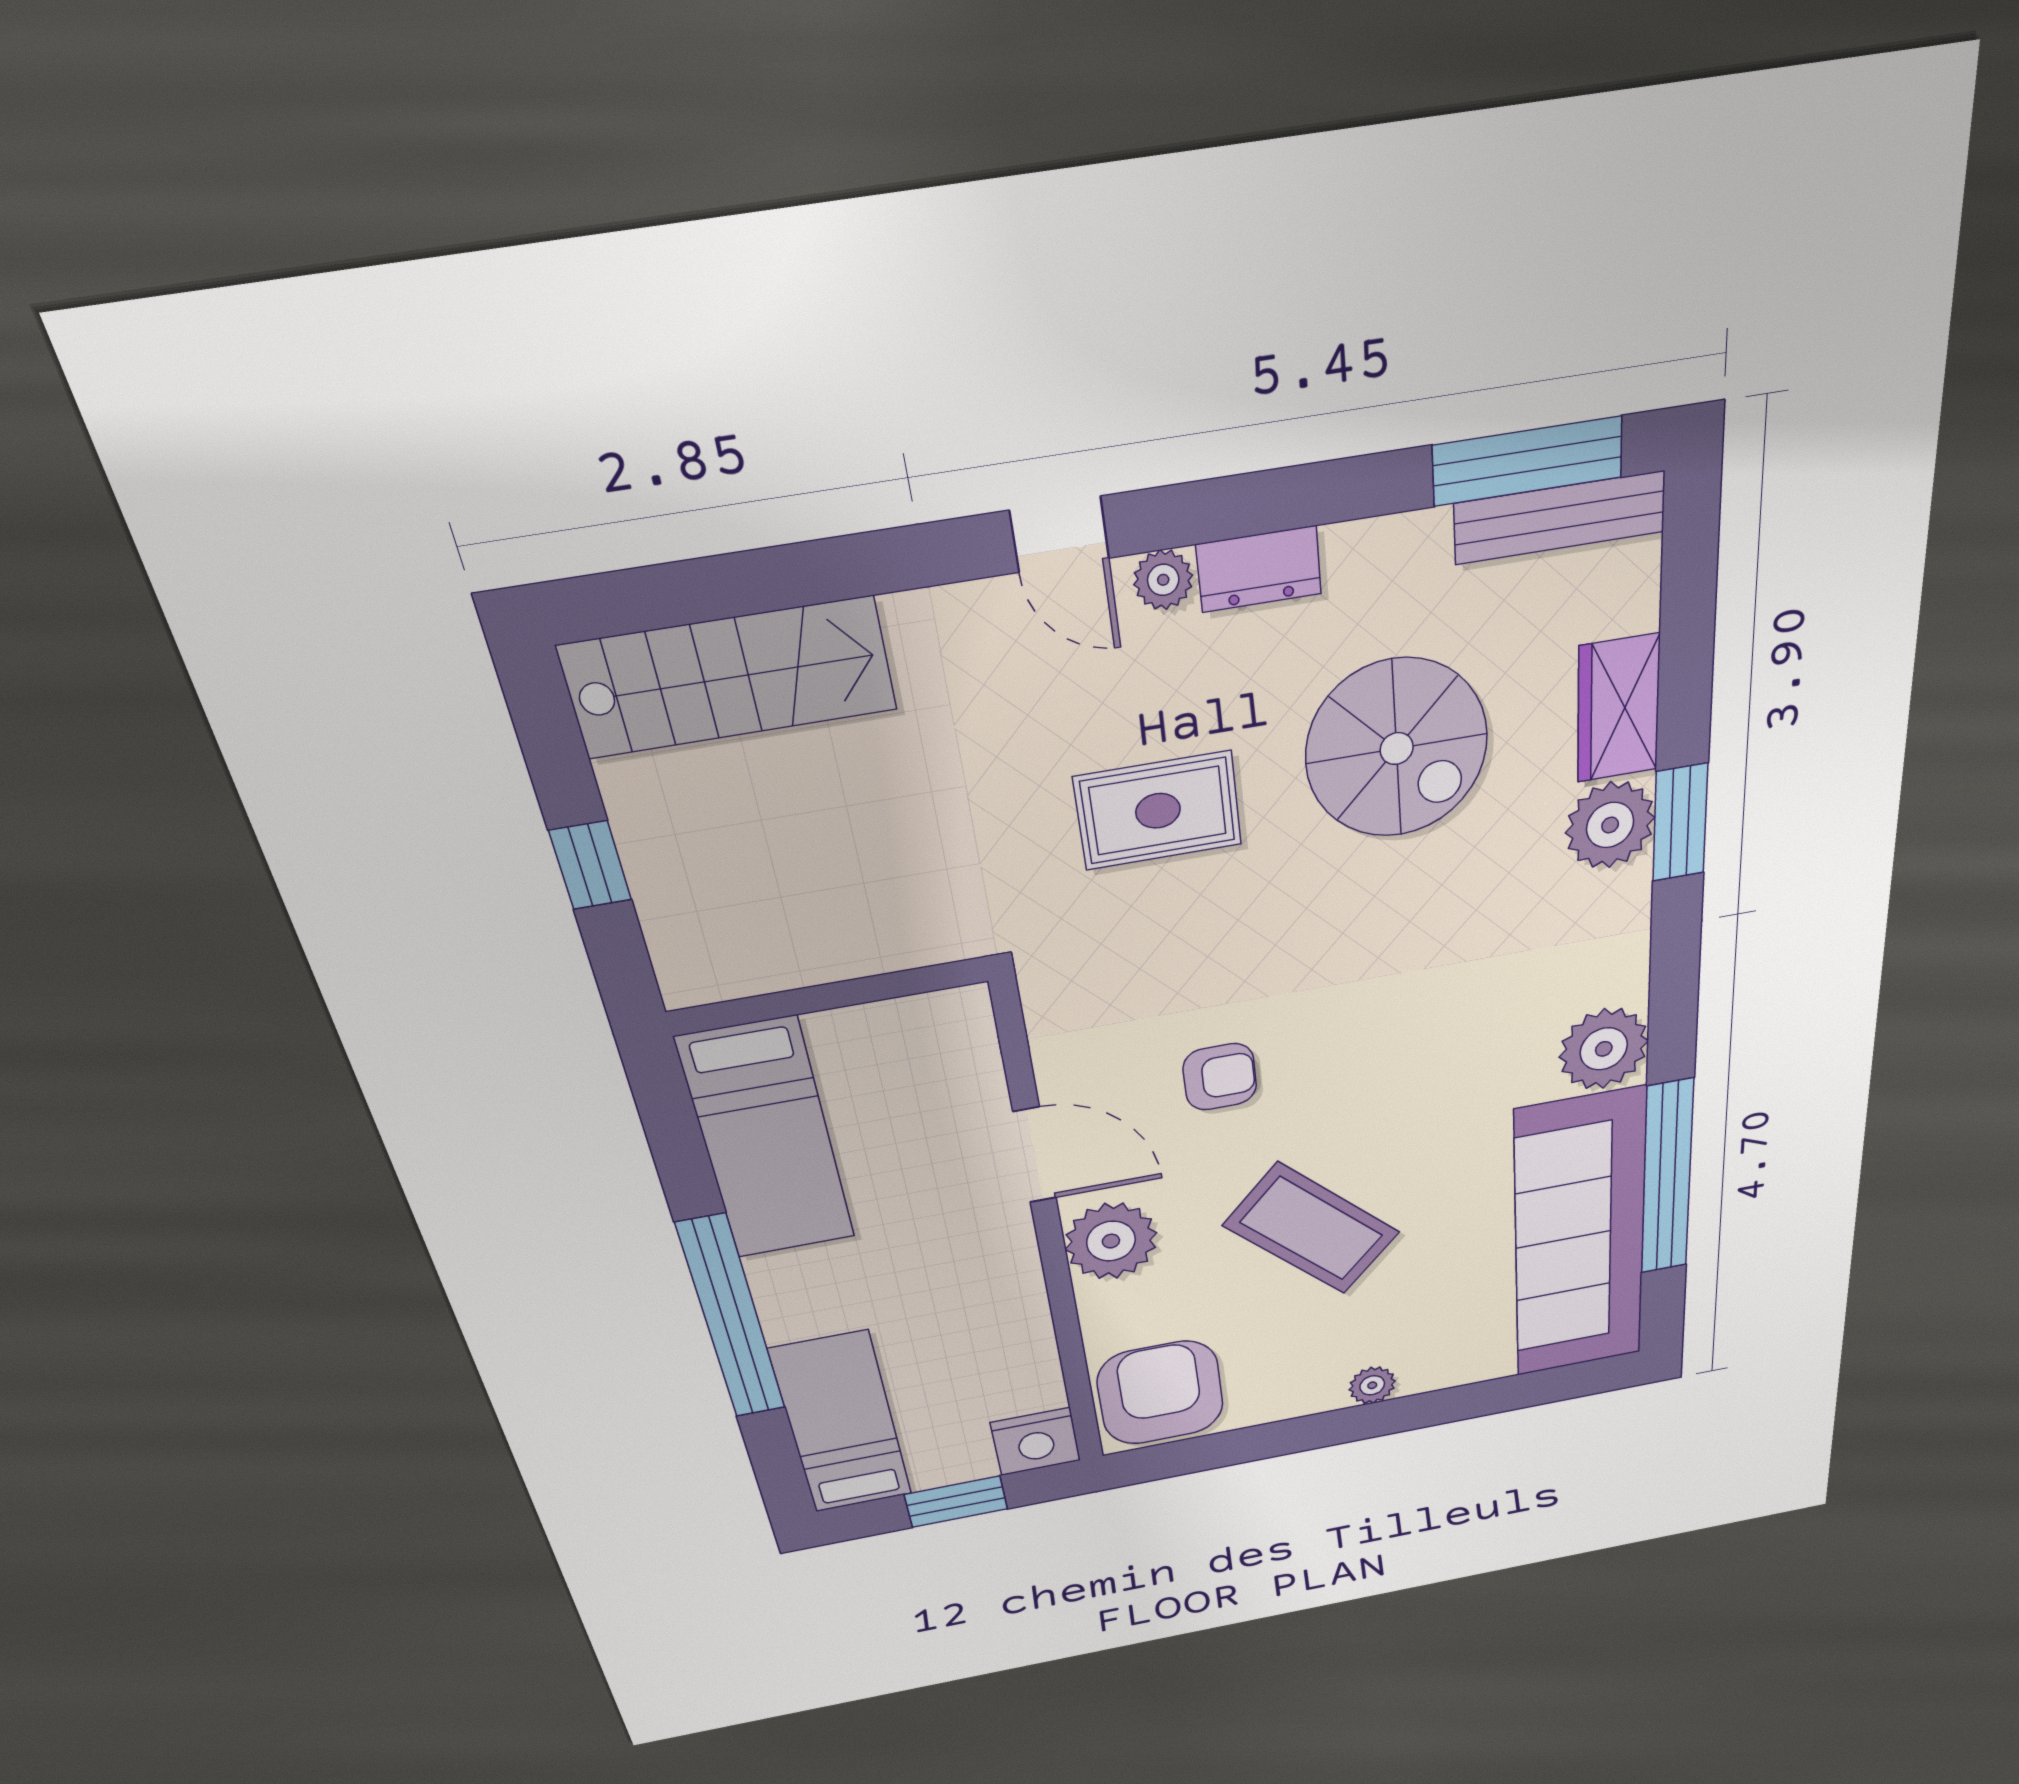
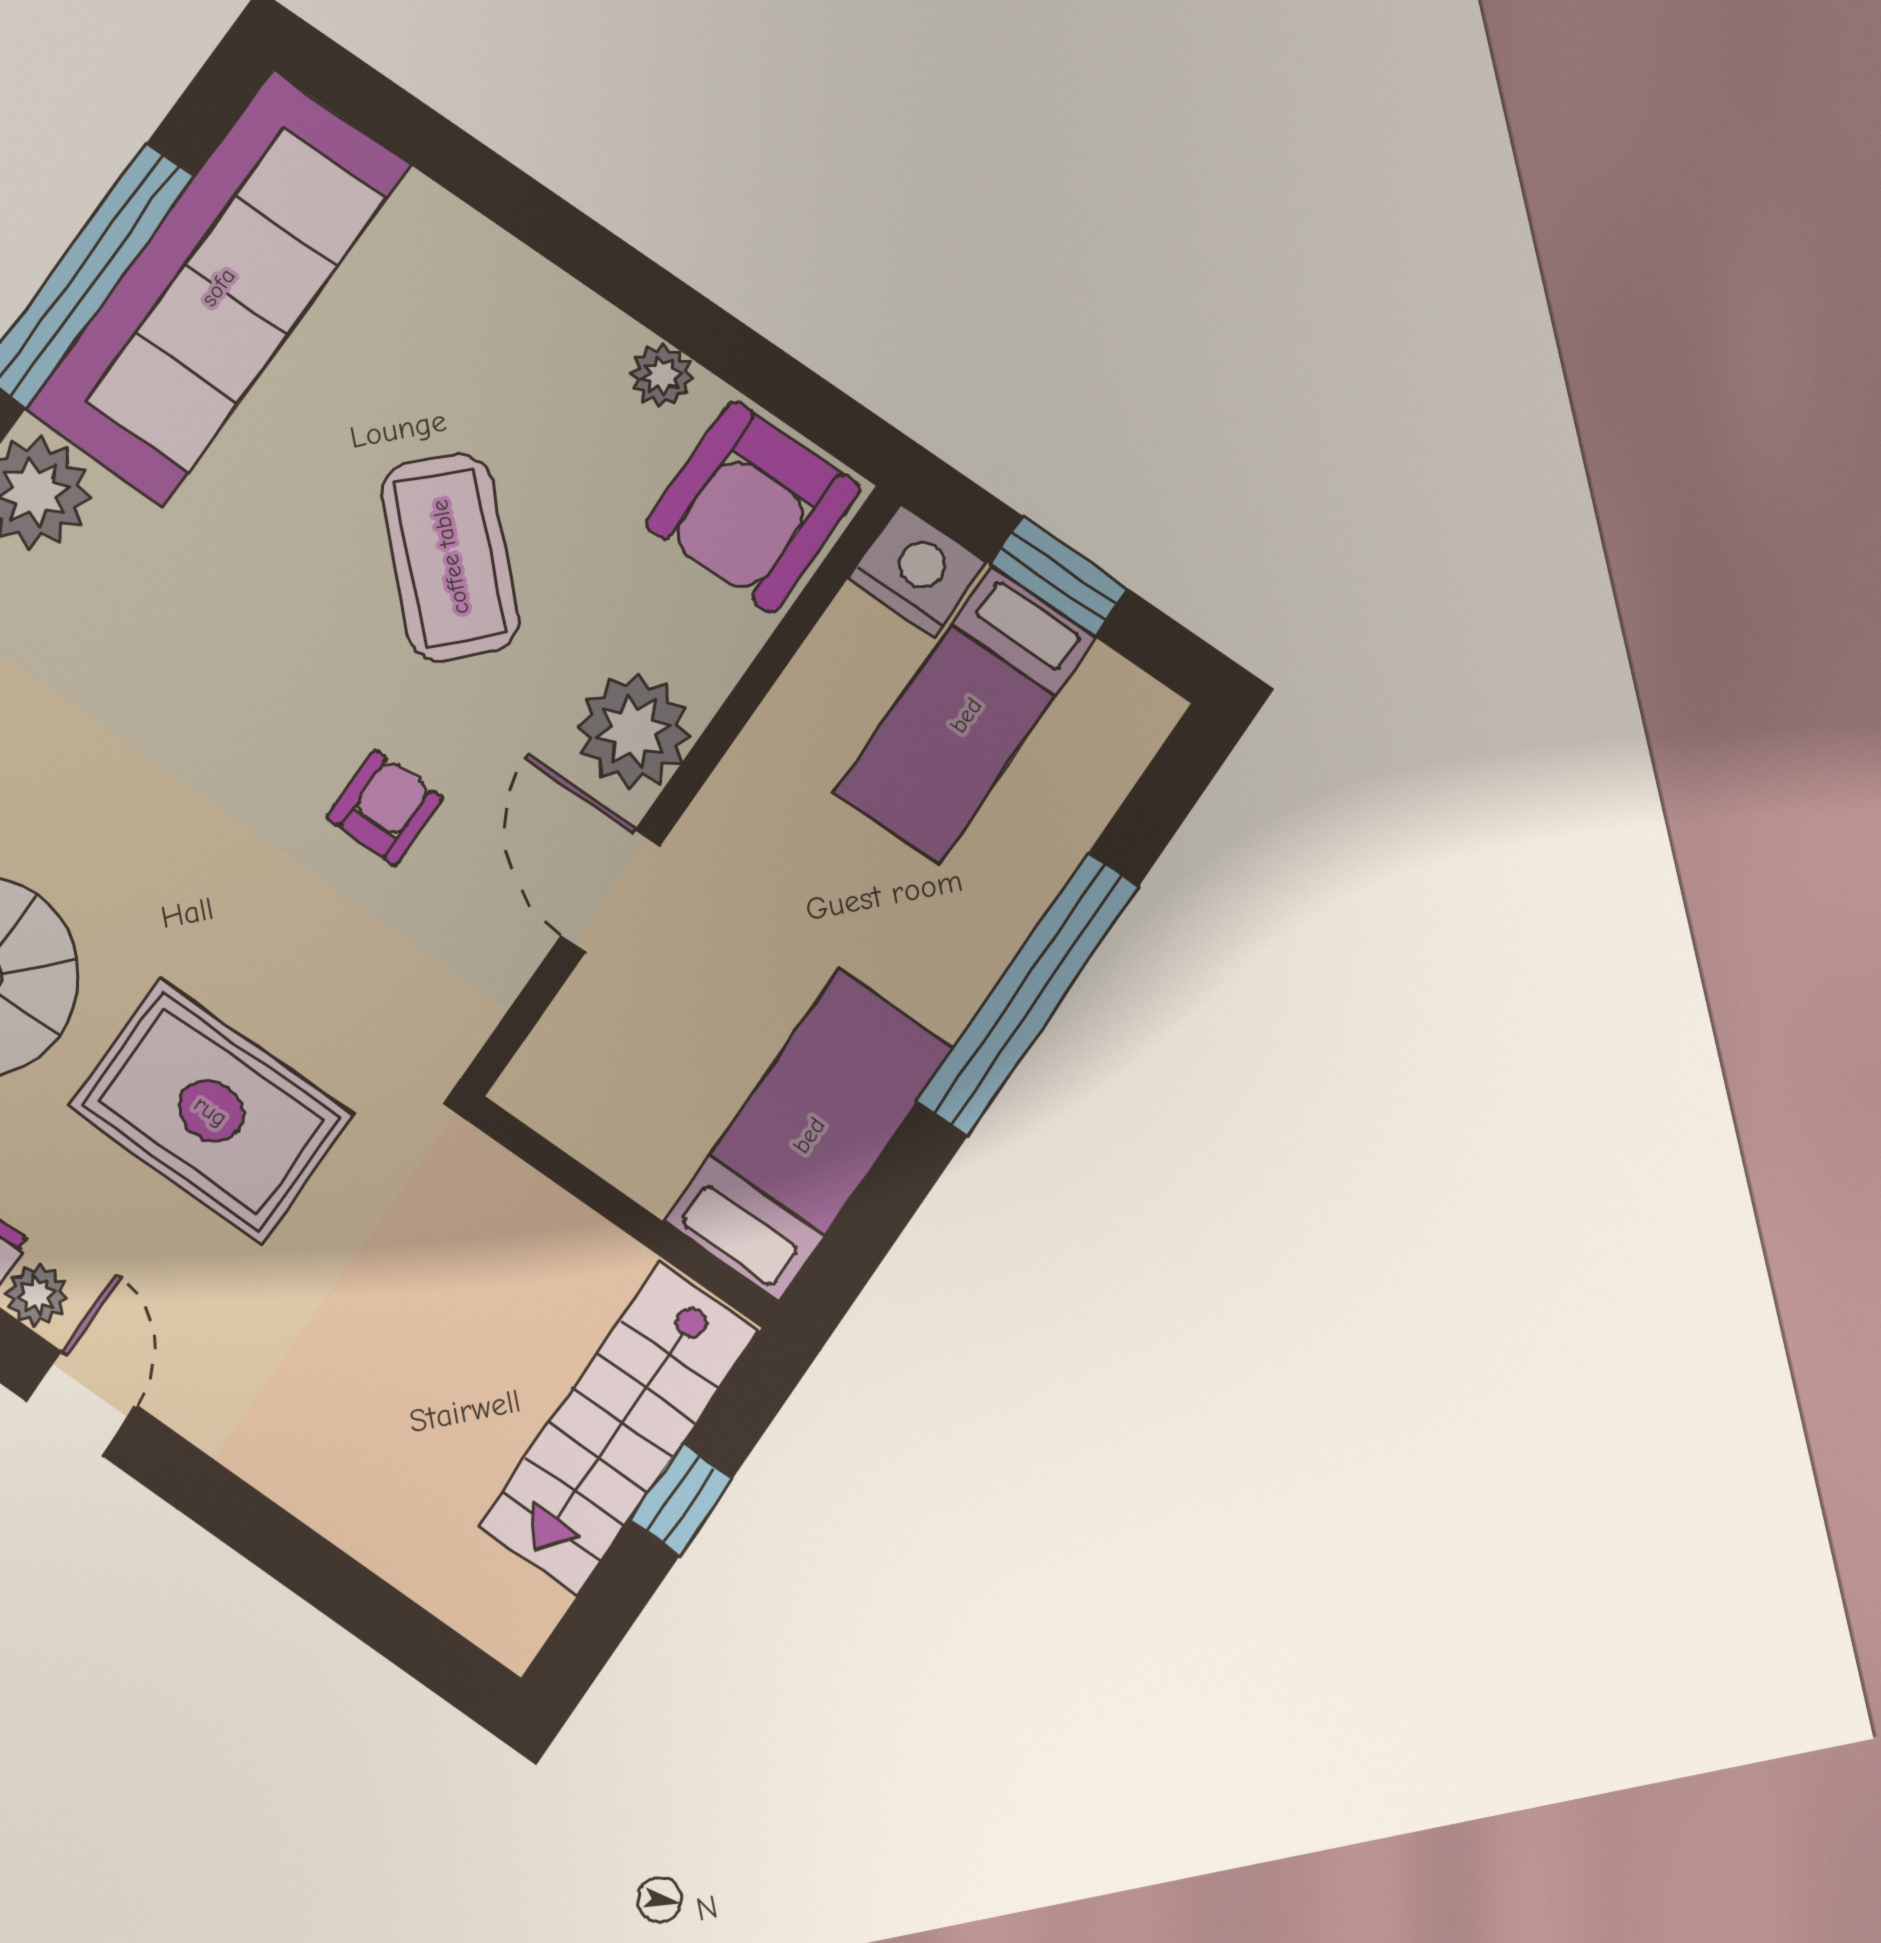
stairs: (729, 678) -> (619, 1428), moved, turned -90
rug: (1158, 811) -> (211, 1111), width x1.36, depth x1.43
armchair: (1220, 1077) -> (385, 808), turned 90
plant: (1372, 1385) -> (661, 375), moved
bed: (841, 1423) -> (966, 715), moved

